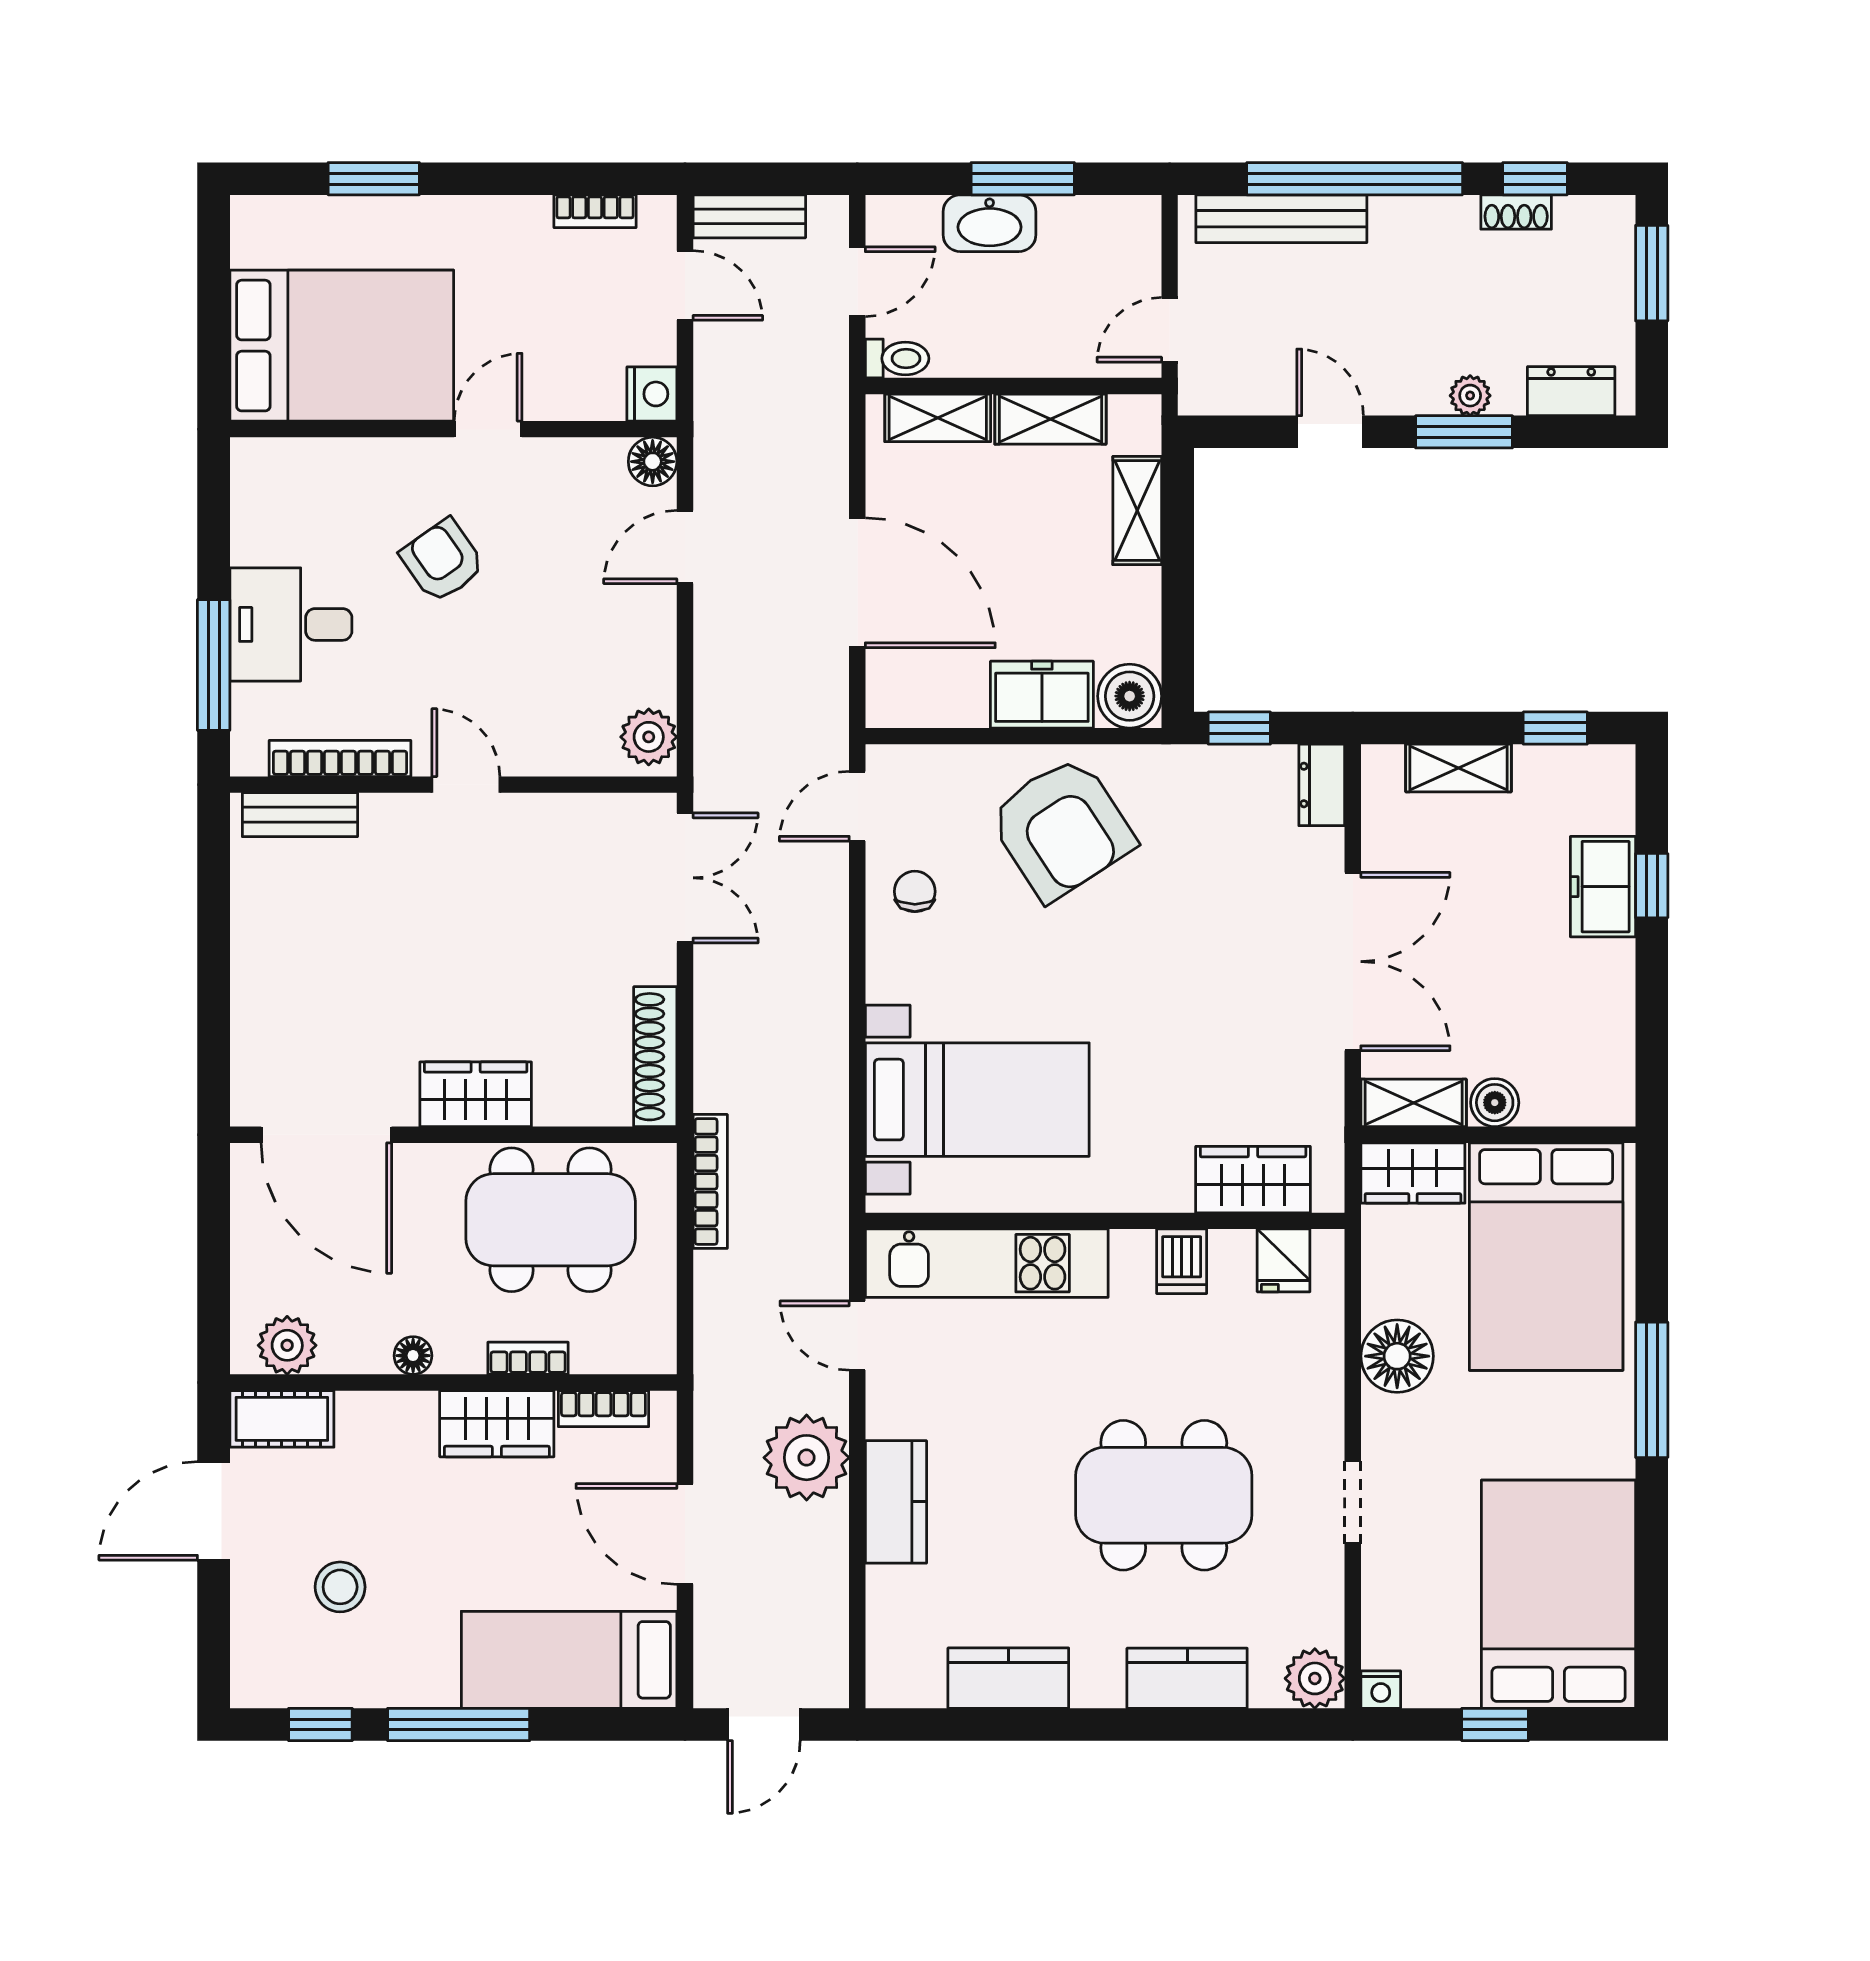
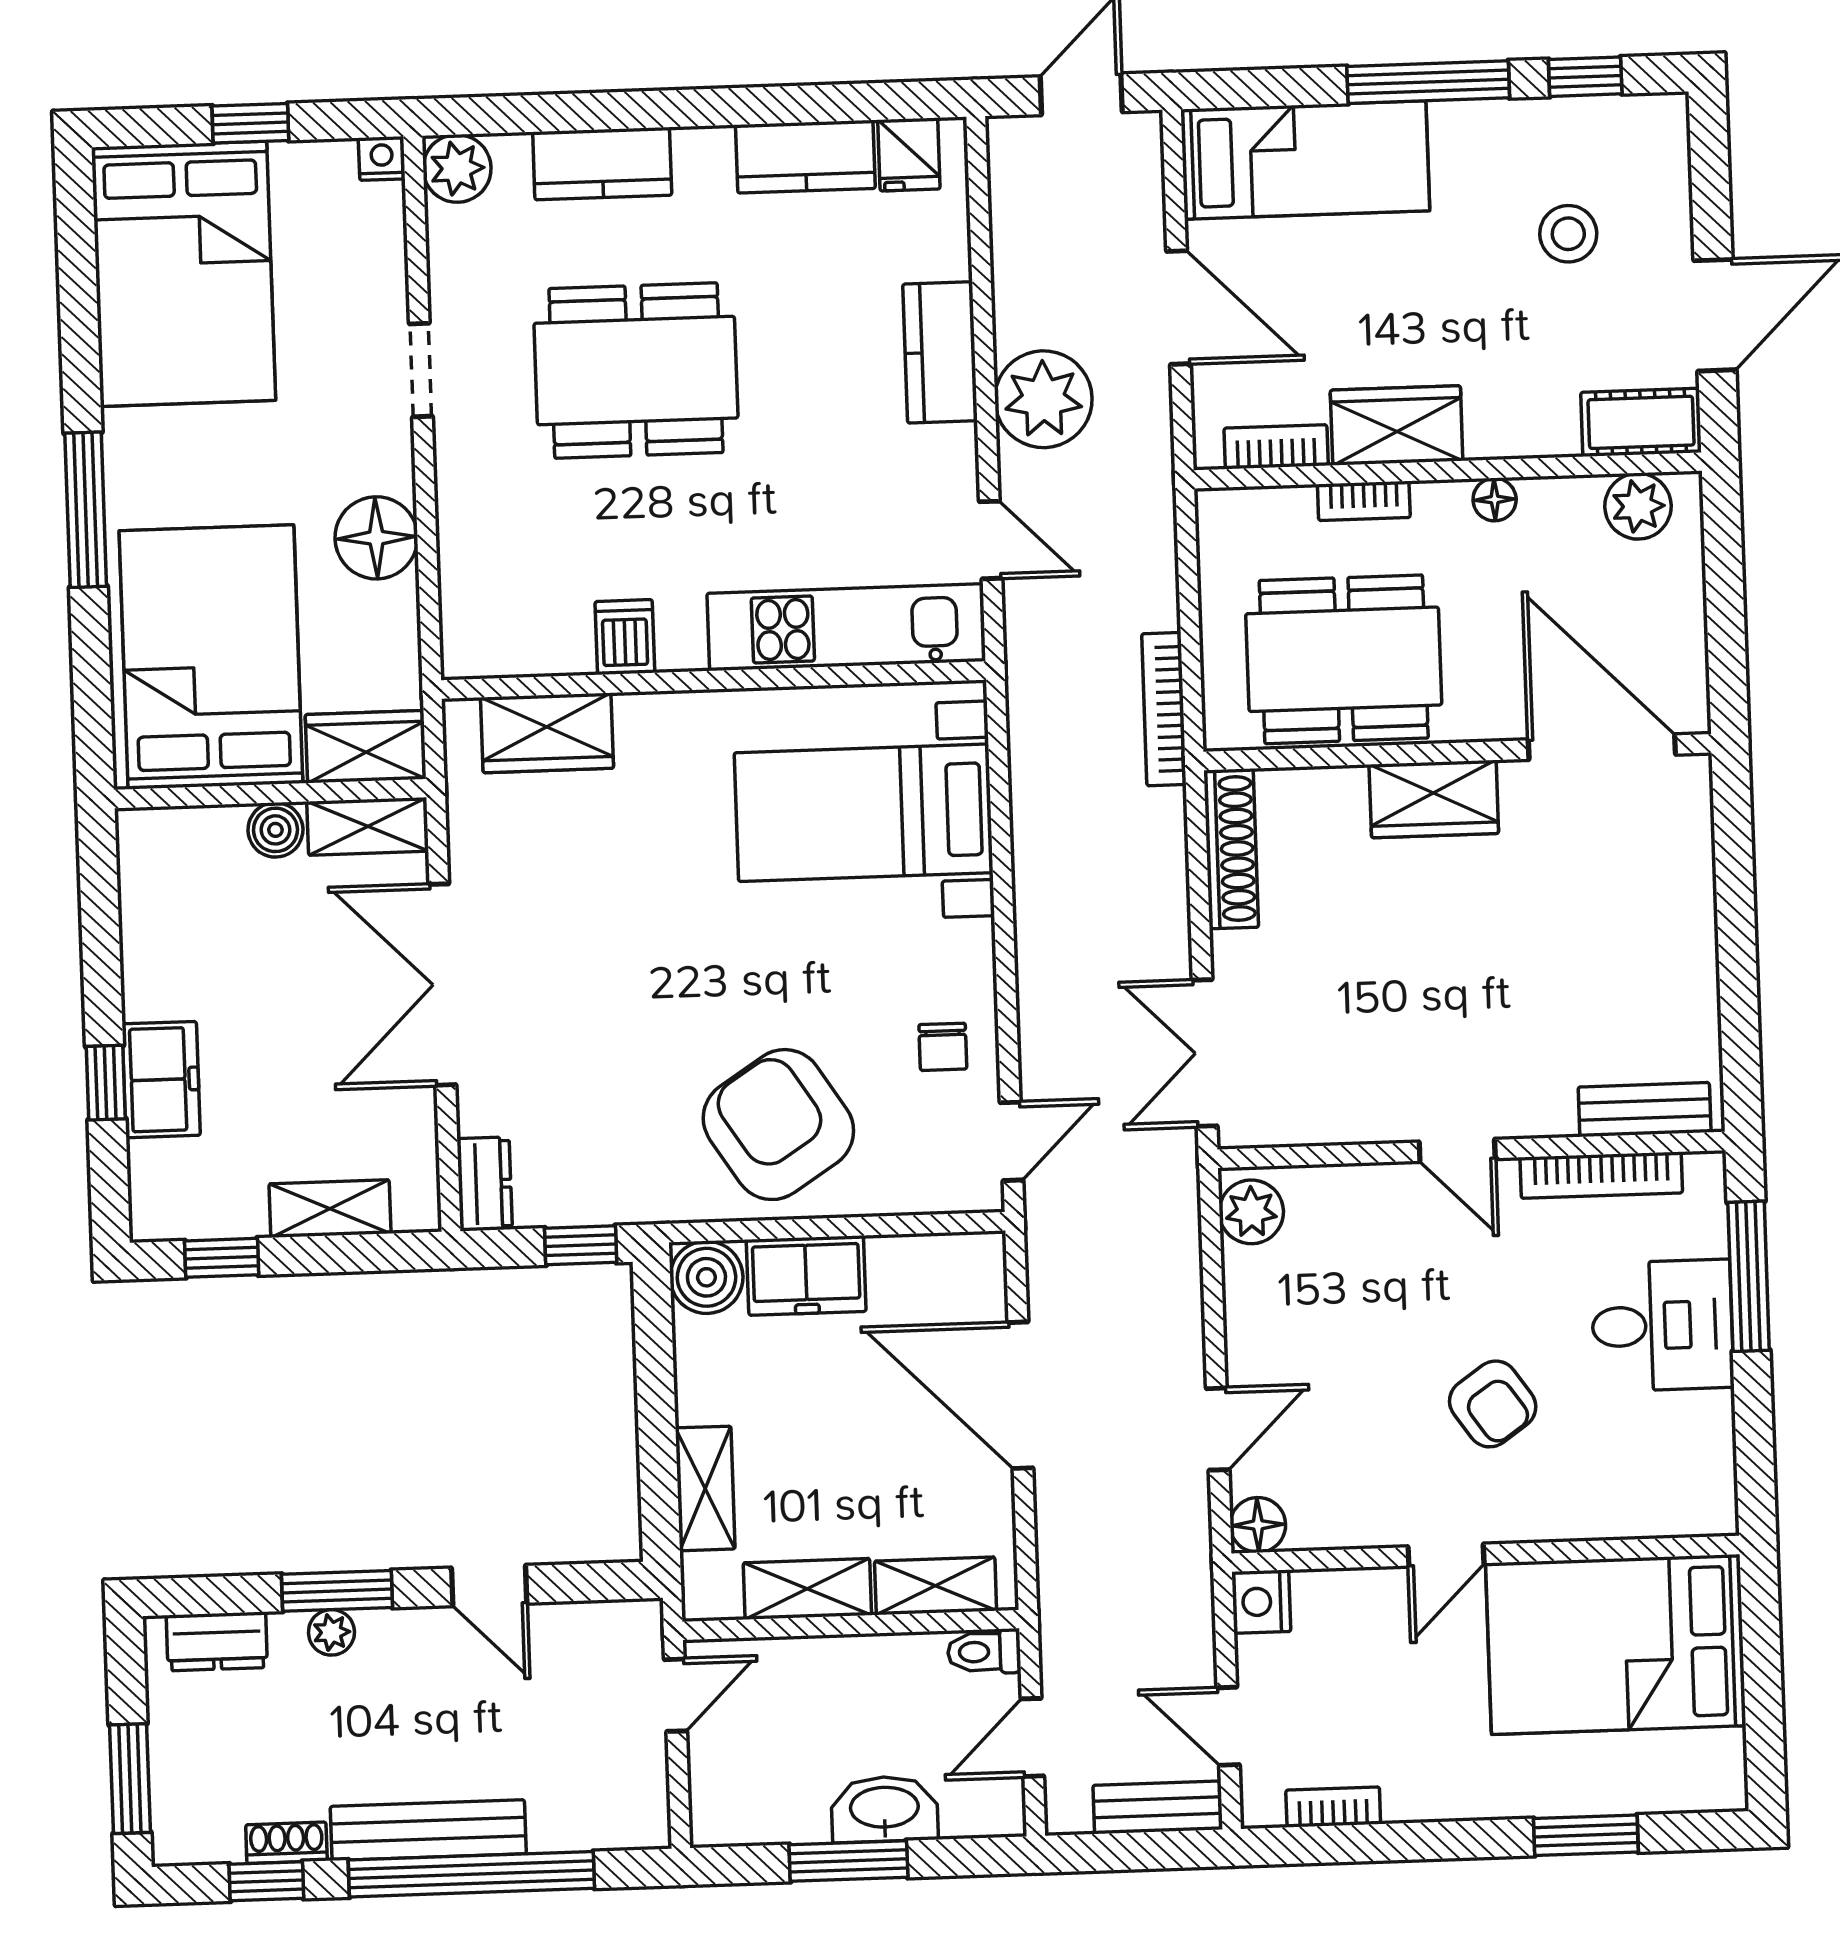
bench: (1281, 219) -> (428, 1830), moved
fridge: (1284, 1260) -> (909, 154), moved, turned 180

